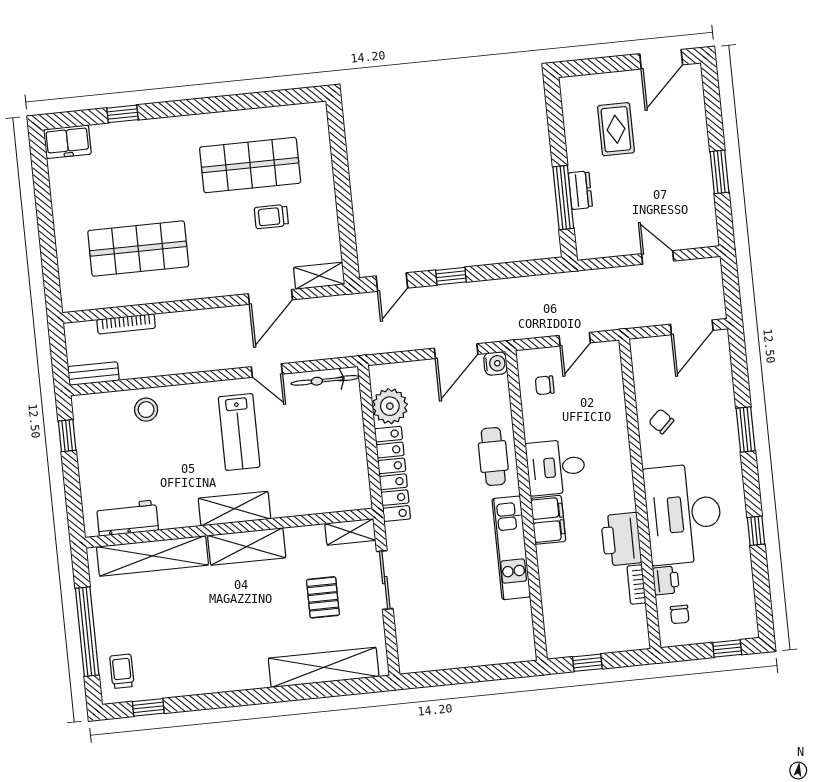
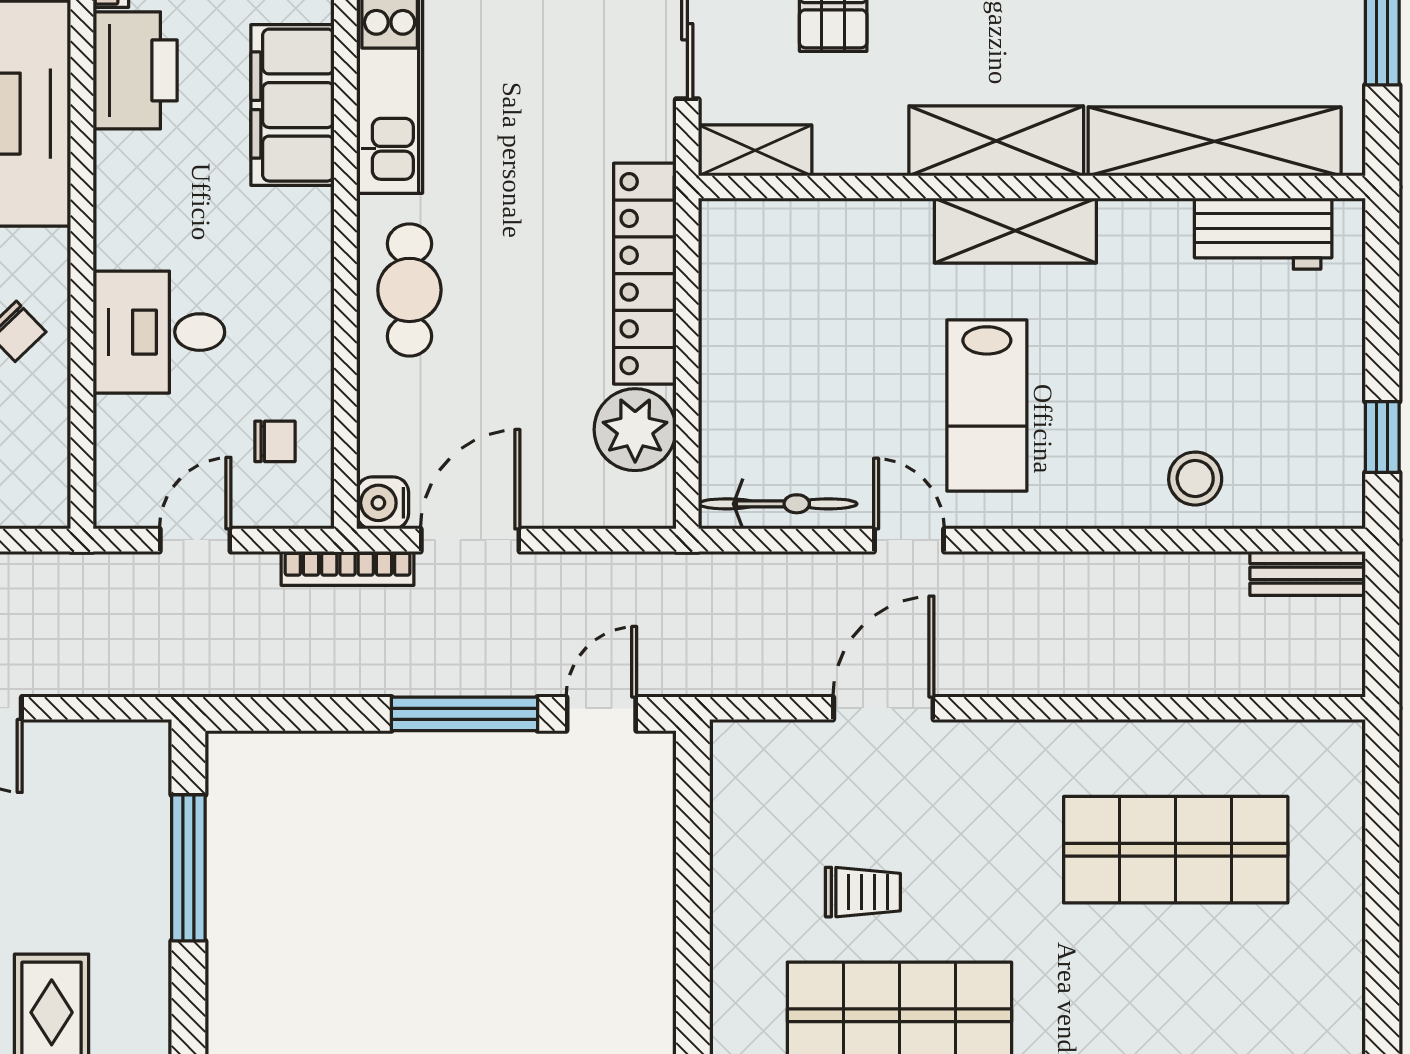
dresser: (580, 190) -> (148, 881), removed
shelving: (319, 276) -> (767, 745), removed
window: (451, 276) -> (464, 714), width x2.17
bookcase: (126, 324) -> (348, 568), moved, turned 180
lab bench: (239, 432) -> (987, 406), turned 180
desk: (556, 467) -> (159, 332), moved, turned 180
filing cabinet: (548, 520) -> (292, 105), width x1.50, depth x1.17

